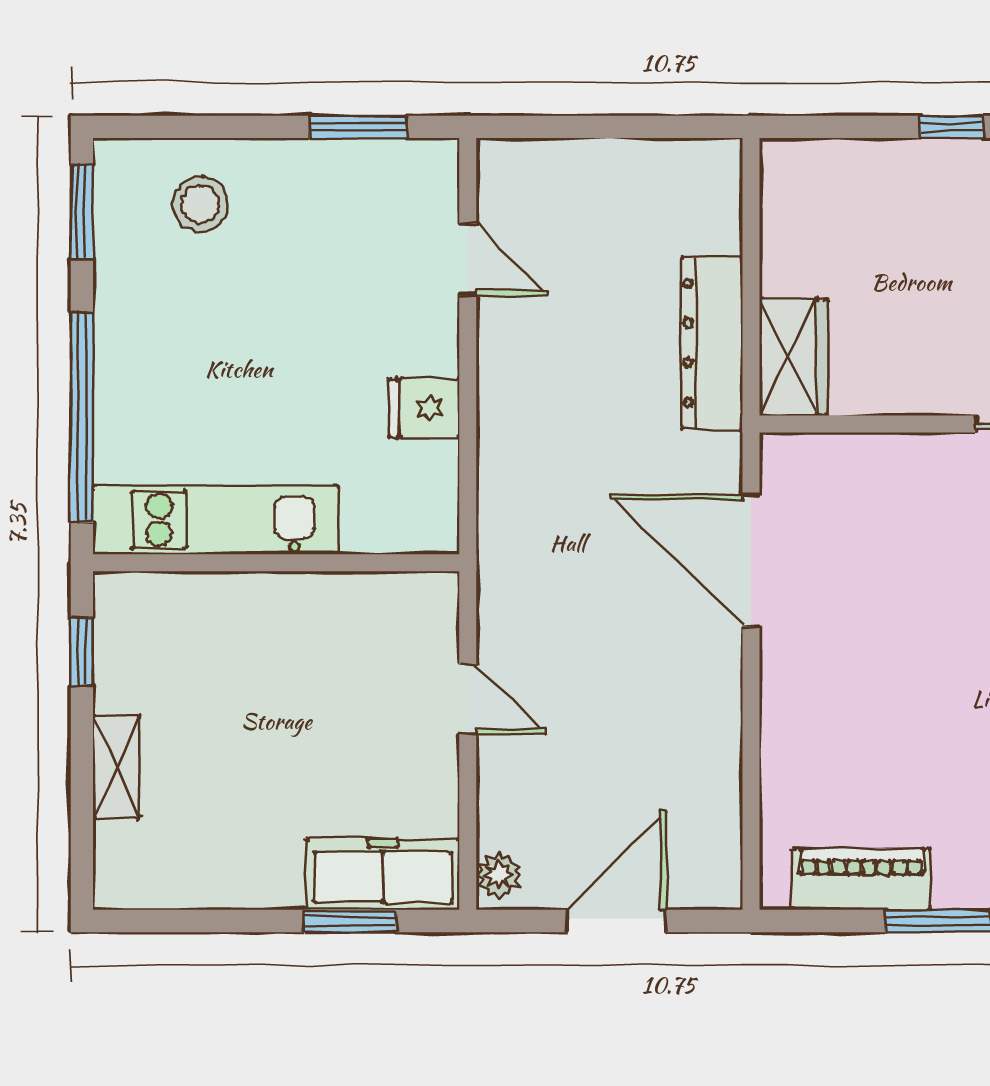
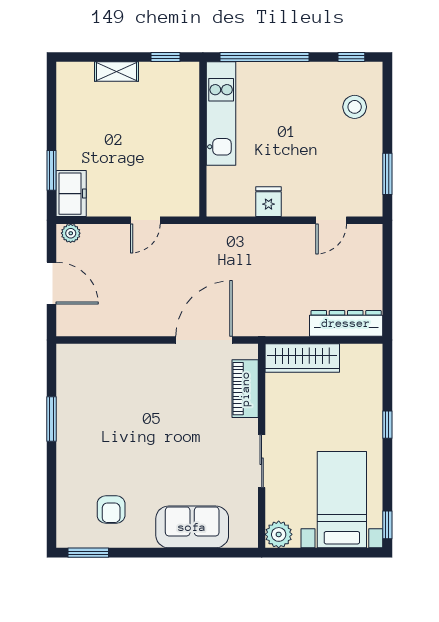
window: (82, 212) -> (351, 57), width x0.67
dresser: (712, 343) -> (346, 323), moved
wardrobe: (793, 357) -> (302, 358), width x1.50
freezer: (383, 874) -> (71, 194), width x0.71
piano: (862, 879) -> (245, 389), moved, turned 180

